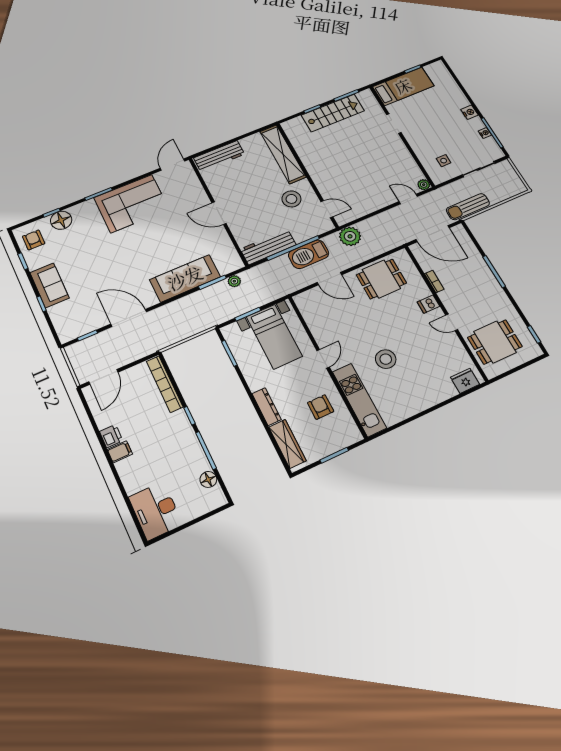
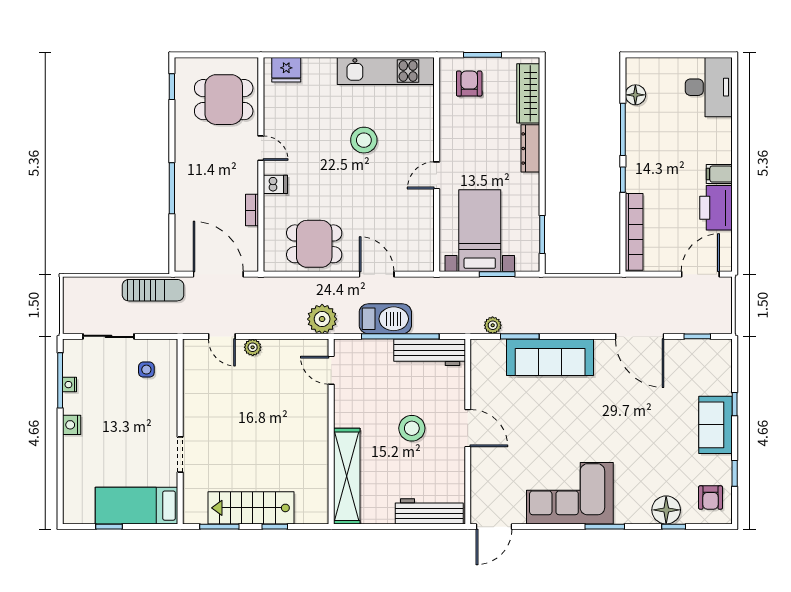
plant: (424, 185) -> (253, 347), moved
stool: (291, 199) -> (412, 428), moved
kitchen unit: (359, 400) -> (386, 71), moved, turned -90
armchair: (321, 407) -> (469, 84), moved, turned 180
printer: (111, 436) -> (716, 208), width x1.87, depth x1.48

